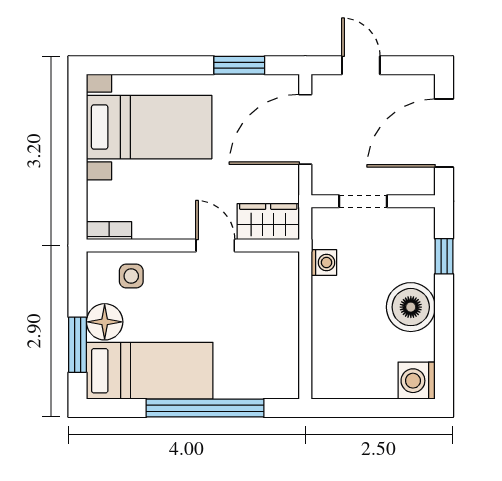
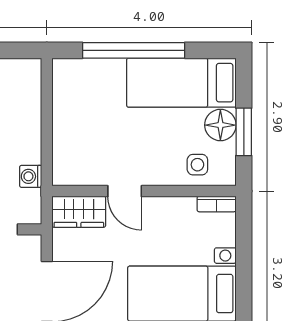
window: (78, 345) -> (244, 132), moved

